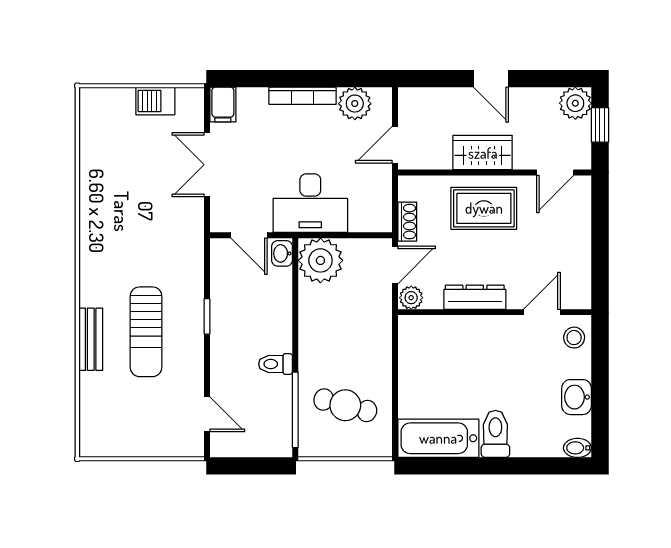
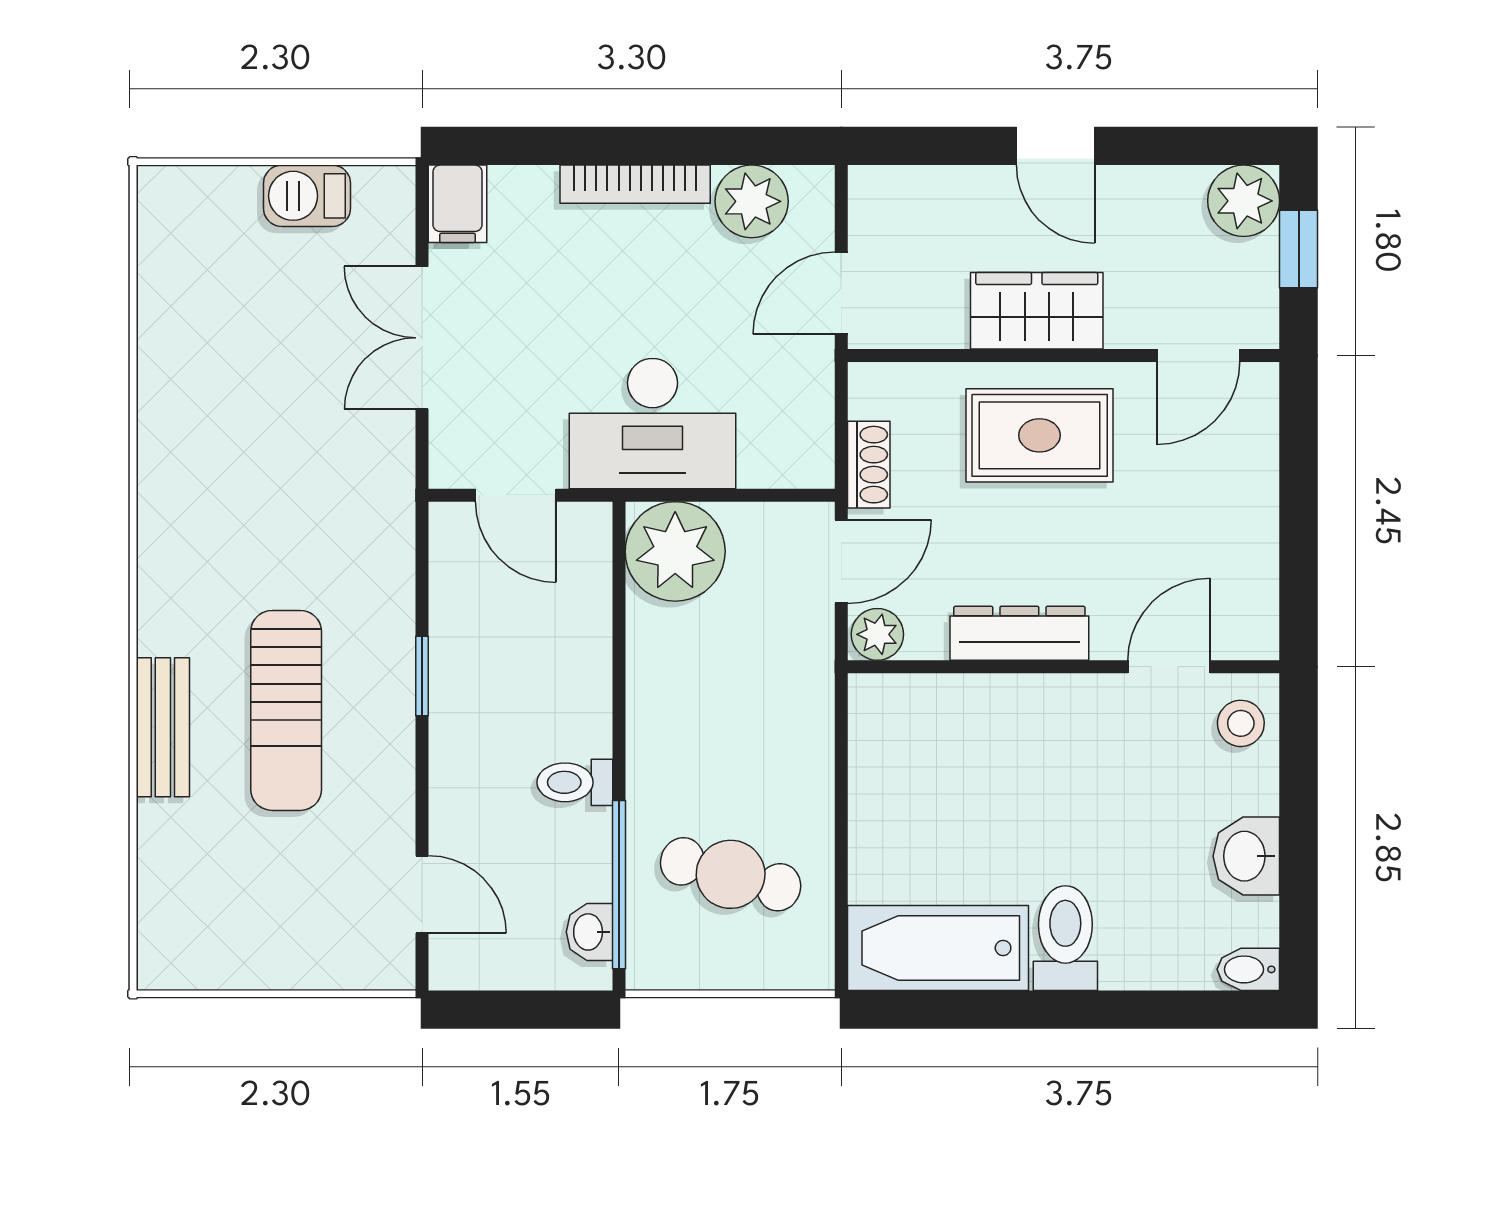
washbasin: (282, 253) -> (589, 932), moved

